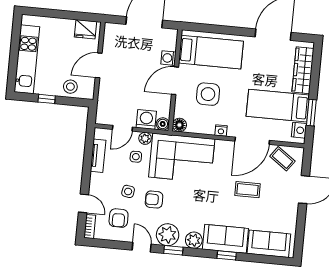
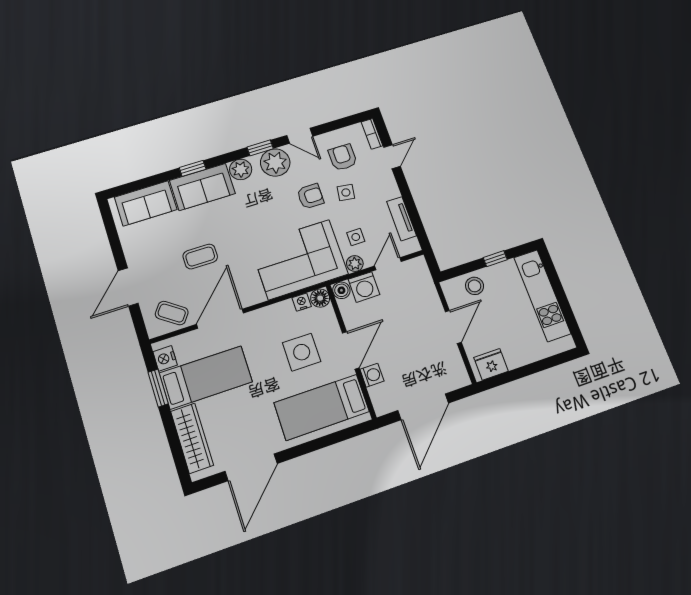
nightstand: (221, 131) -> (302, 302), moved
door: (83, 203) -> (392, 157), swing flipped

